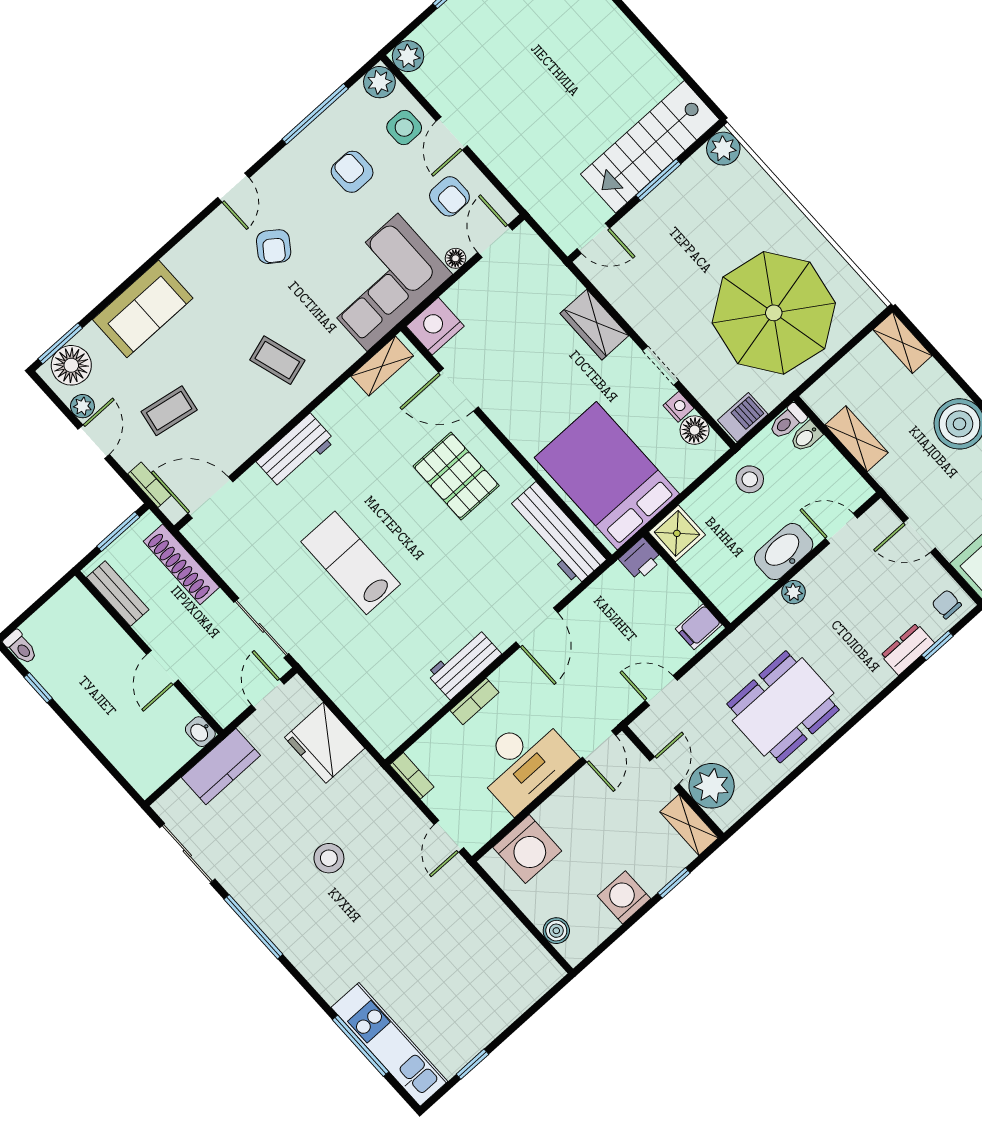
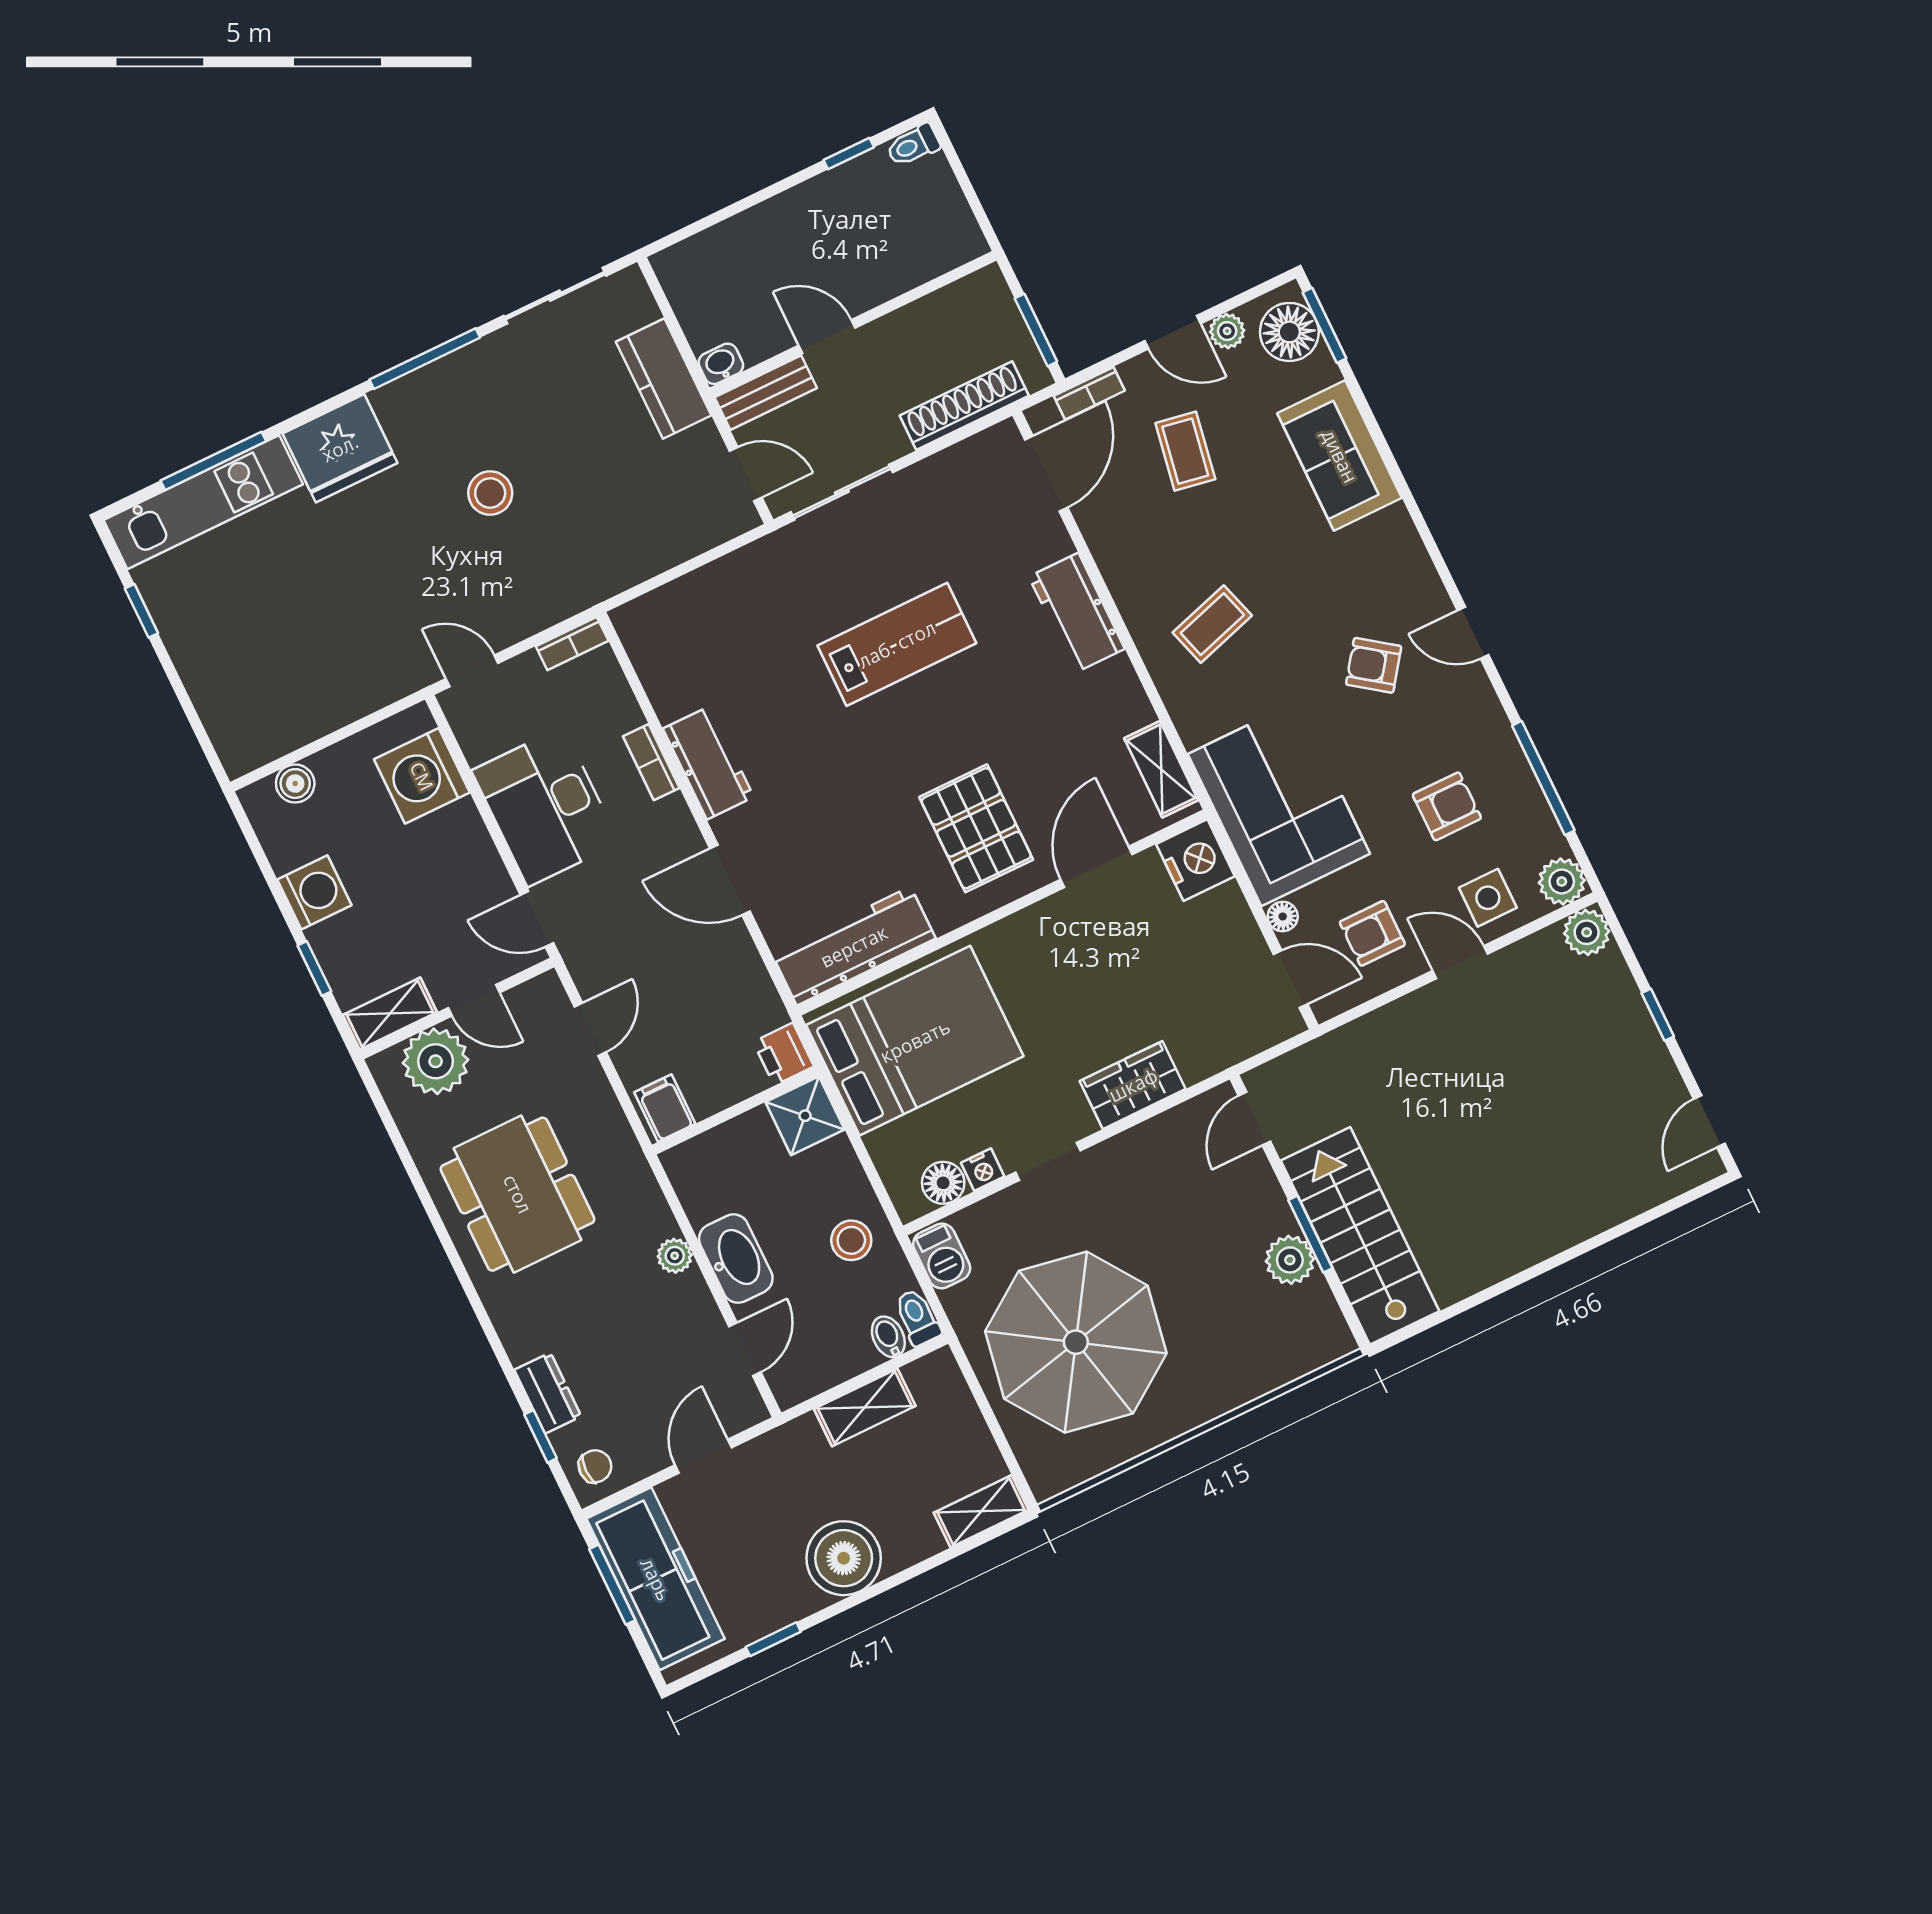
plant: (723, 149) -> (1290, 1260), moved
pallet: (456, 476) -> (976, 828), turned 90
bench: (118, 594) -> (766, 393), moved
fridge: (325, 743) -> (340, 448), moved, turned 180

